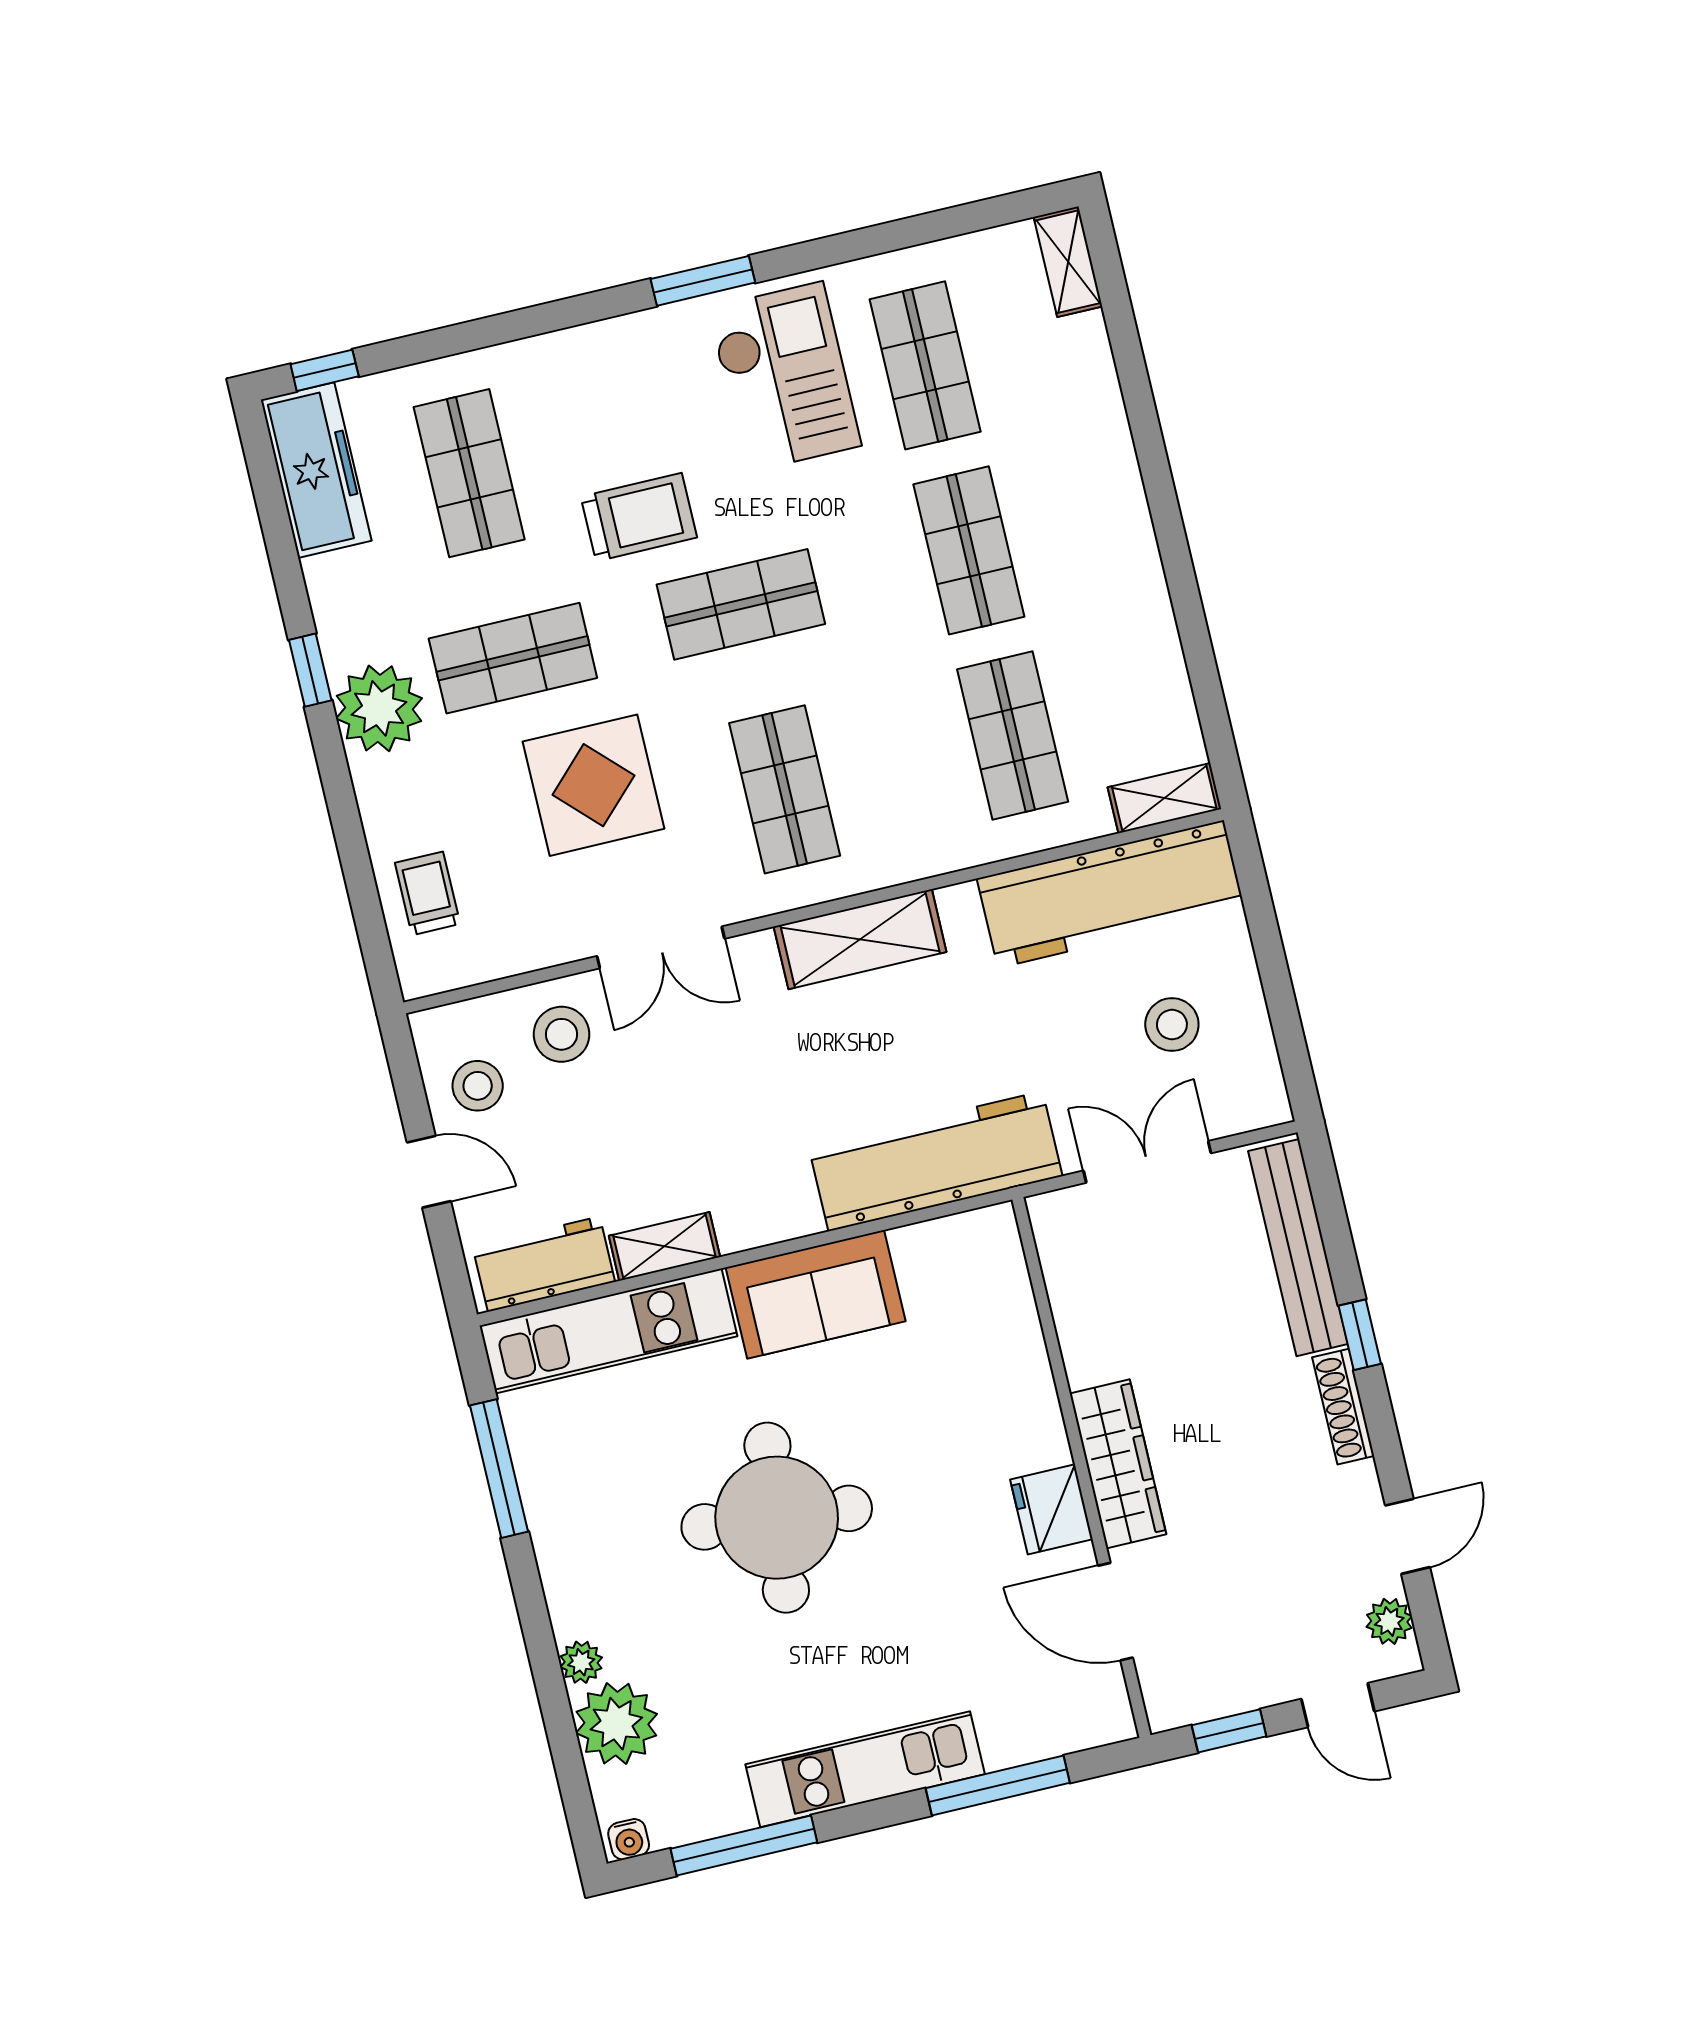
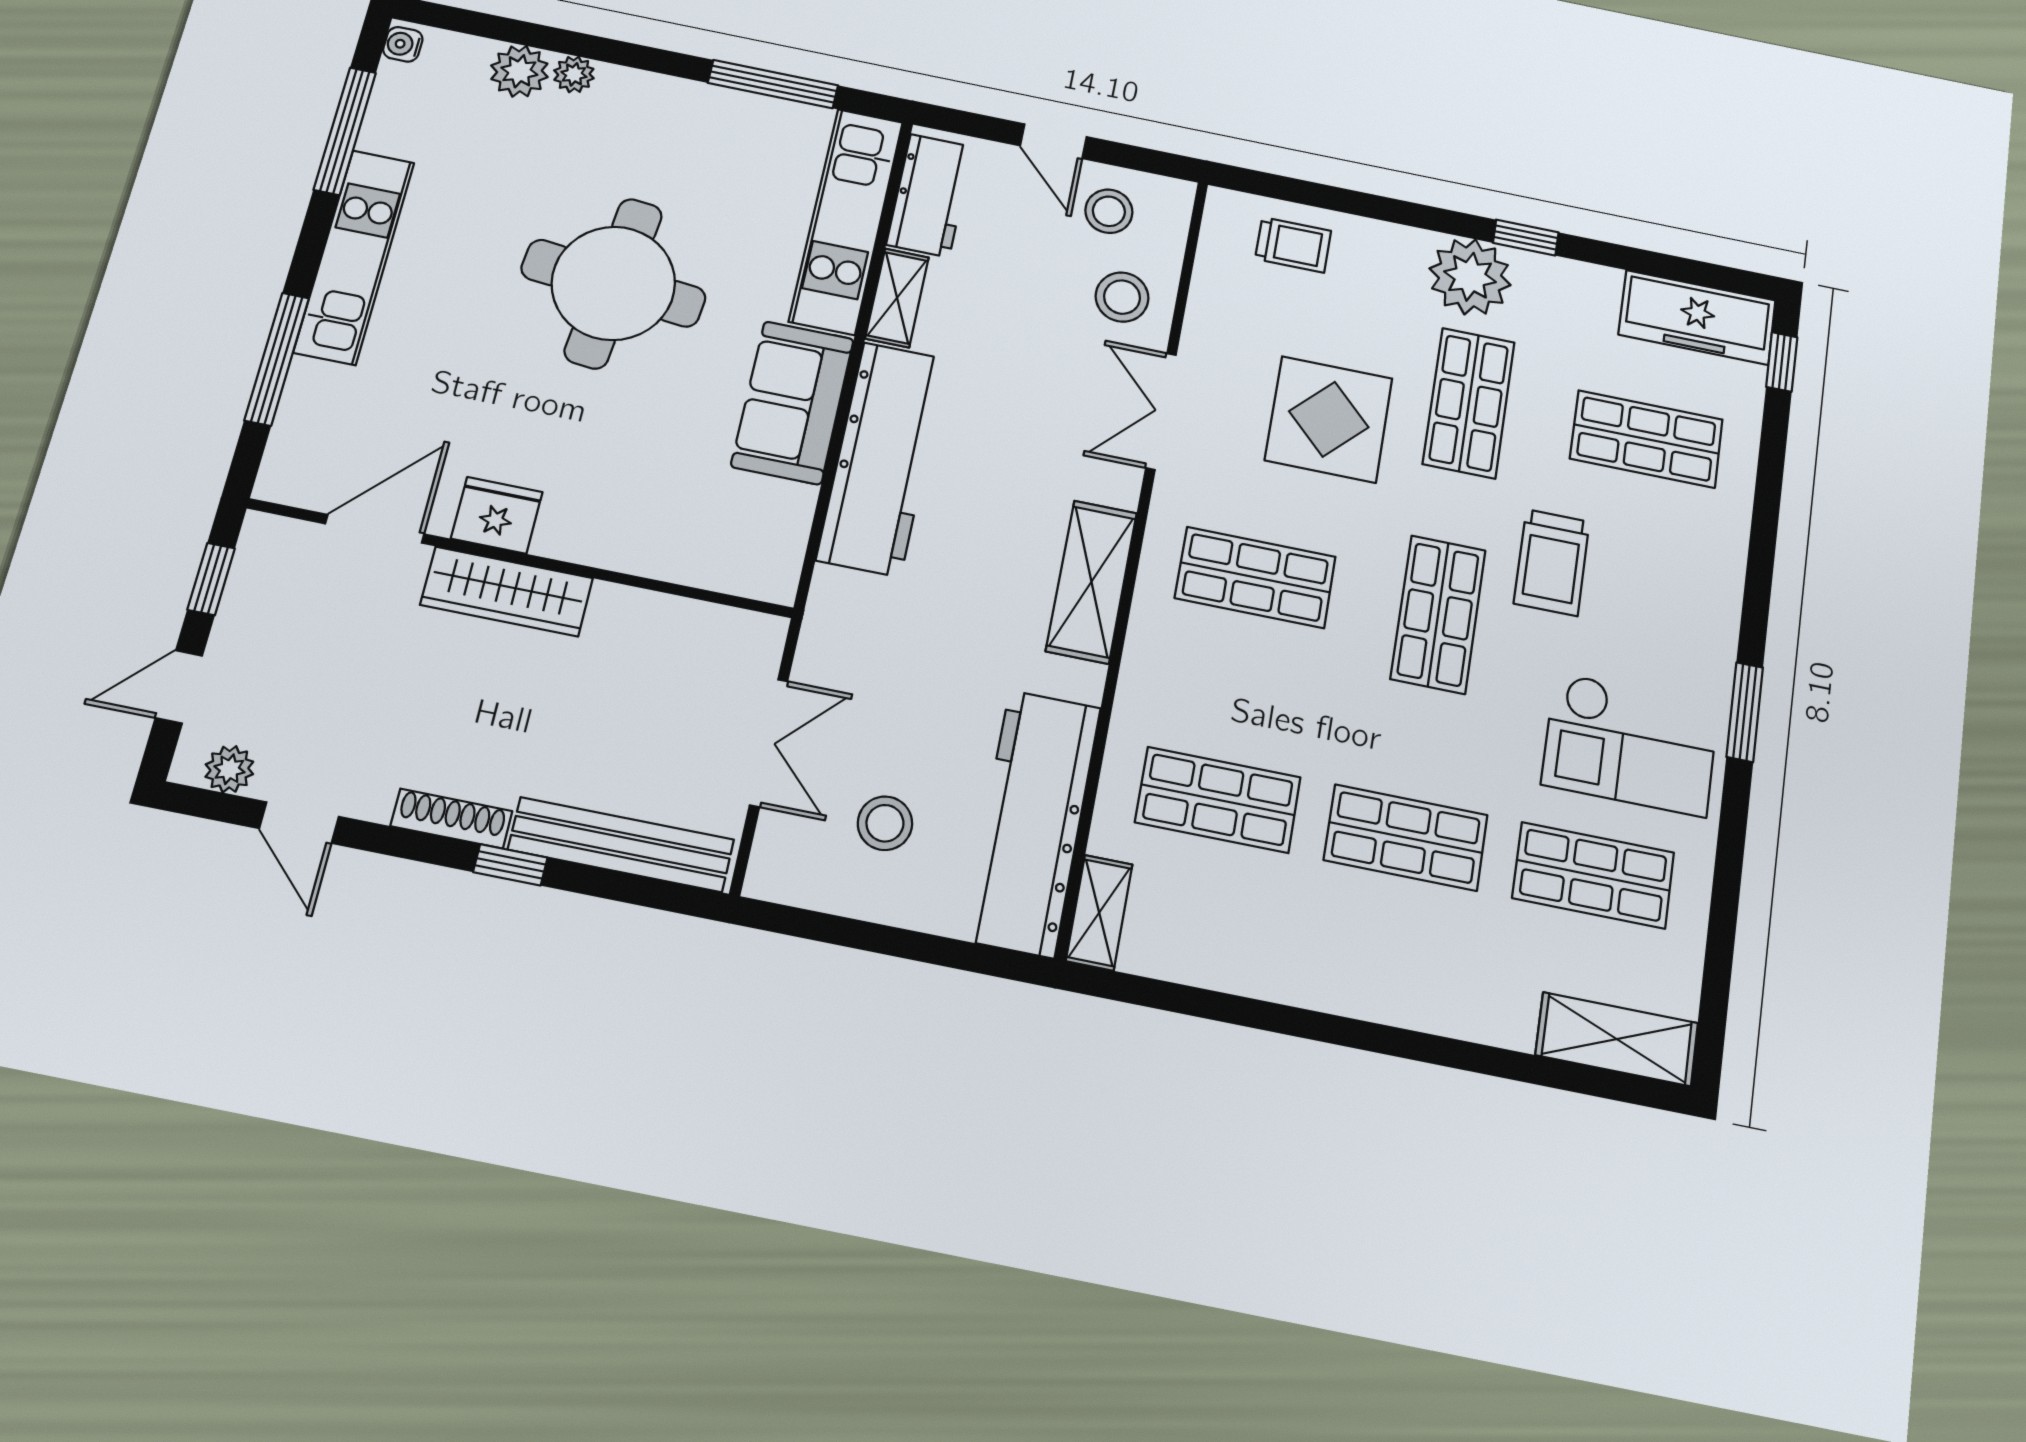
shelving: (1068, 262) -> (1617, 1039), width x1.50, depth x1.33
workbench: (935, 1161) -> (882, 459), moved
door: (429, 1172) -> (1053, 141), hinge flipped
plant: (616, 1724) -> (519, 71), width x0.73, depth x0.73

